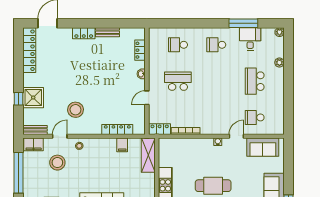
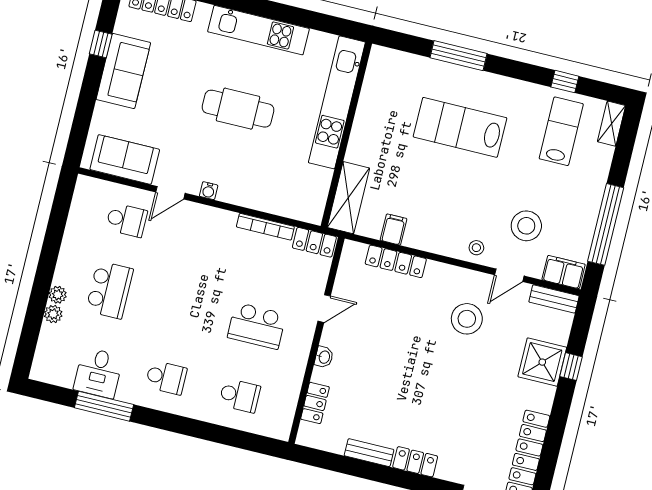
plant: (280, 32) -> (58, 295), moved

